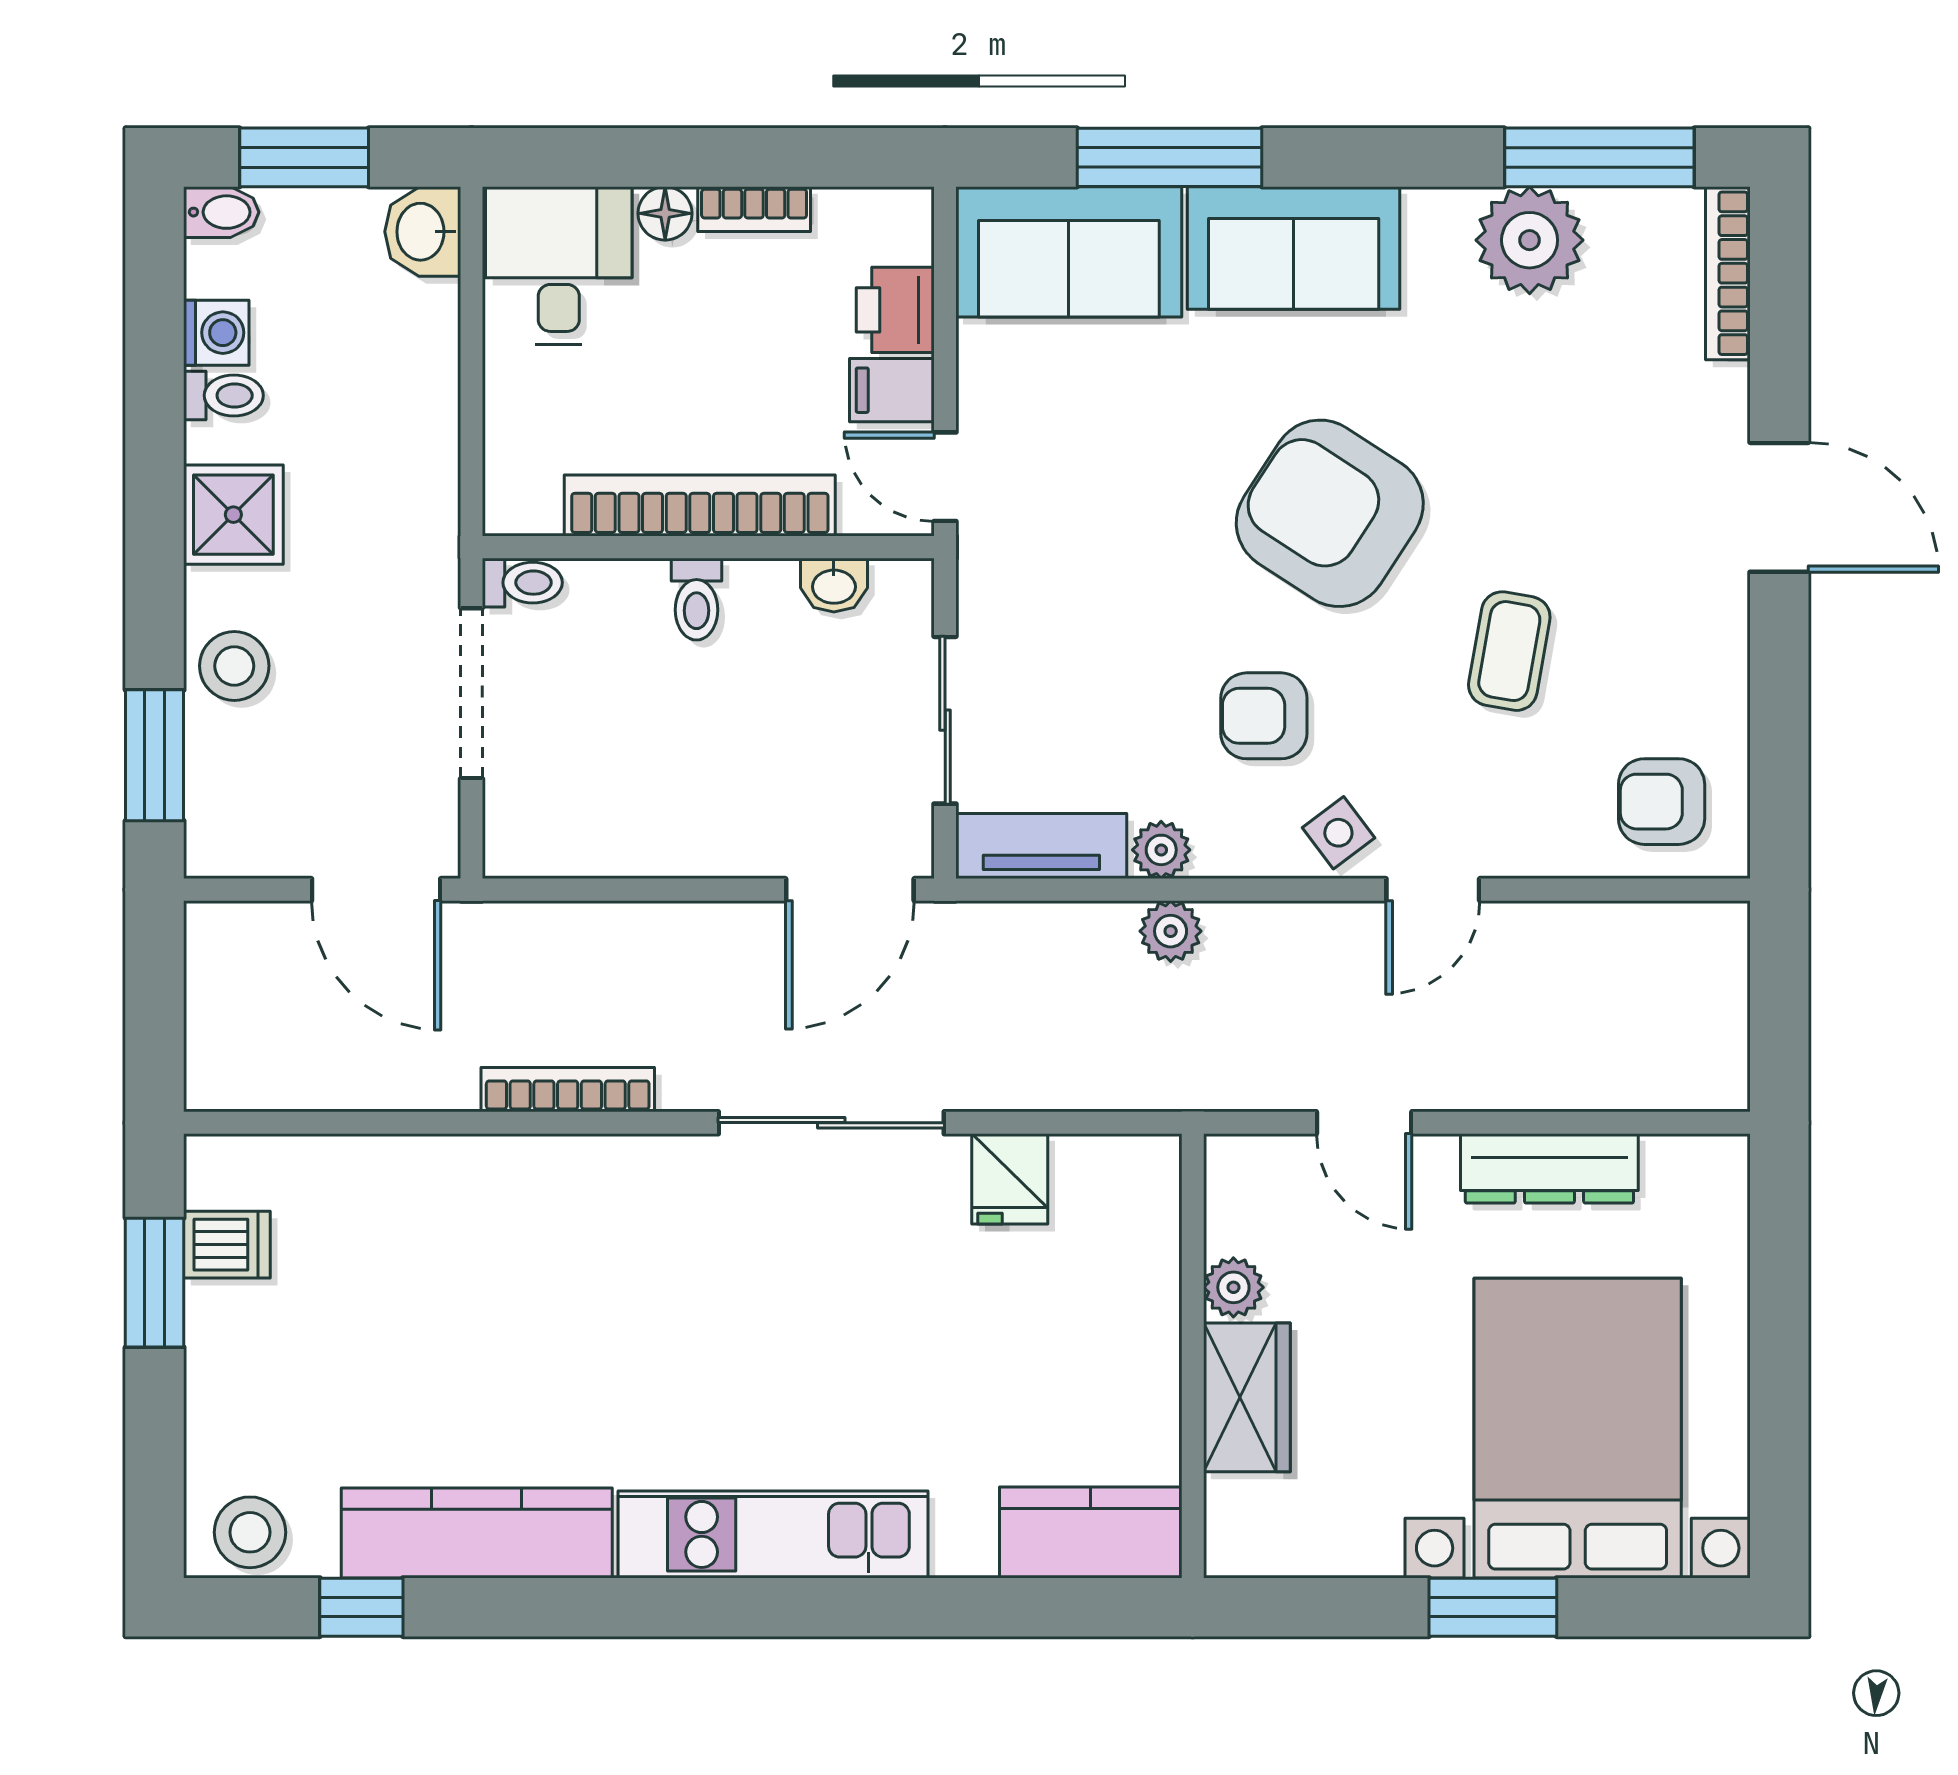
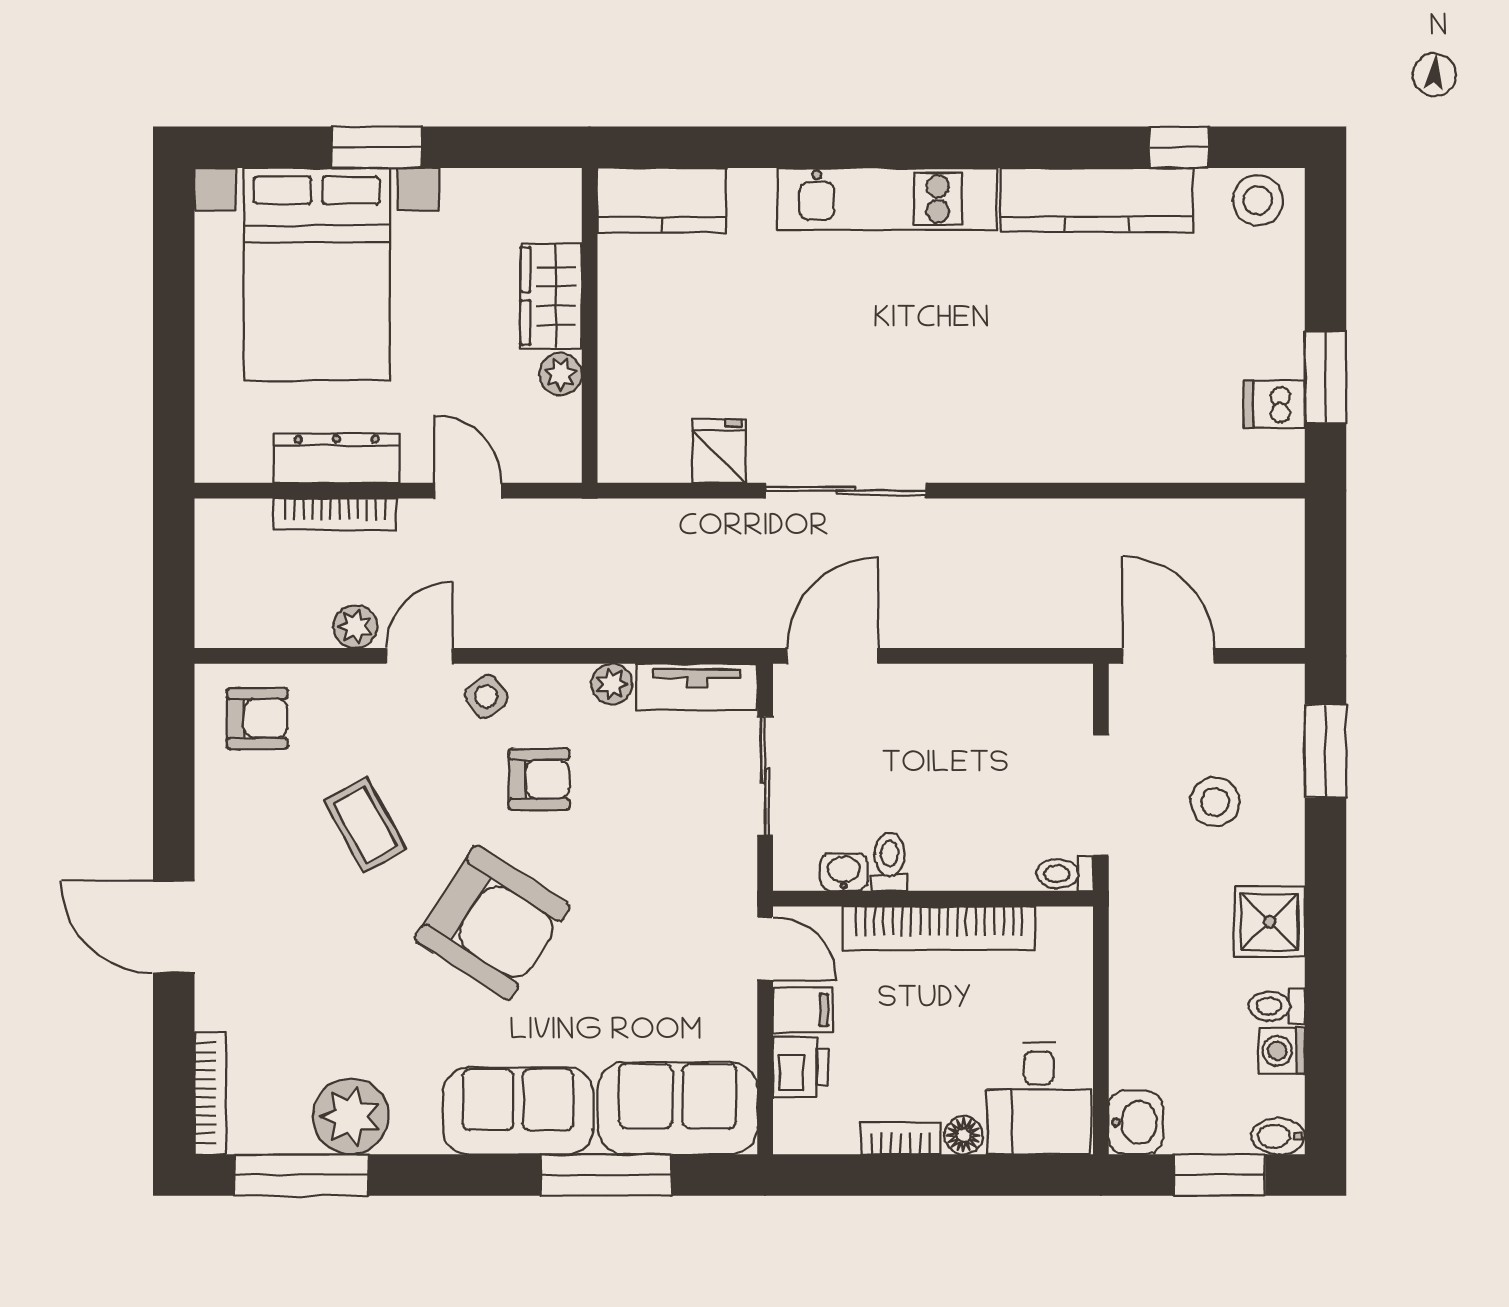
toilet: (697, 599) -> (890, 862), moved
coffee table: (1509, 651) -> (365, 825), turned -39
stool: (234, 666) -> (1215, 802), moved
plant: (1171, 931) -> (355, 627), moved
bookcase: (568, 1090) -> (335, 514), moved

